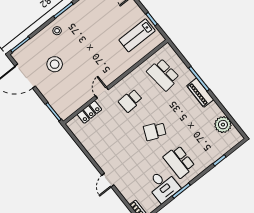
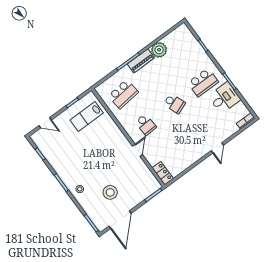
lab bench: (137, 35) -> (87, 117), turned 90
door: (102, 93) -> (138, 150), swing flipped
locker: (89, 112) -> (163, 173), moved
plant: (223, 125) -> (159, 50), moved
school desk: (155, 131) -> (174, 104), turned -45
door: (108, 180) -> (217, 148), hinge flipped

